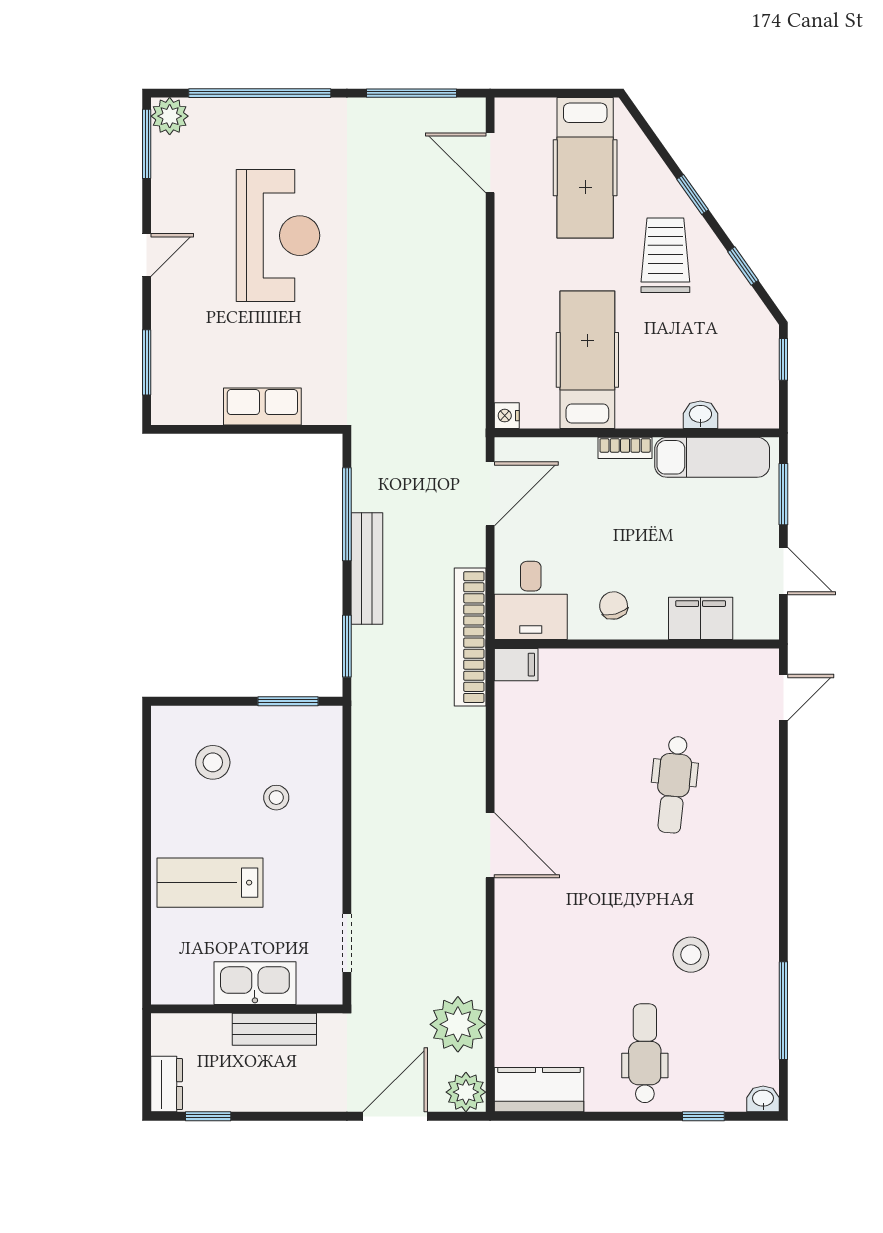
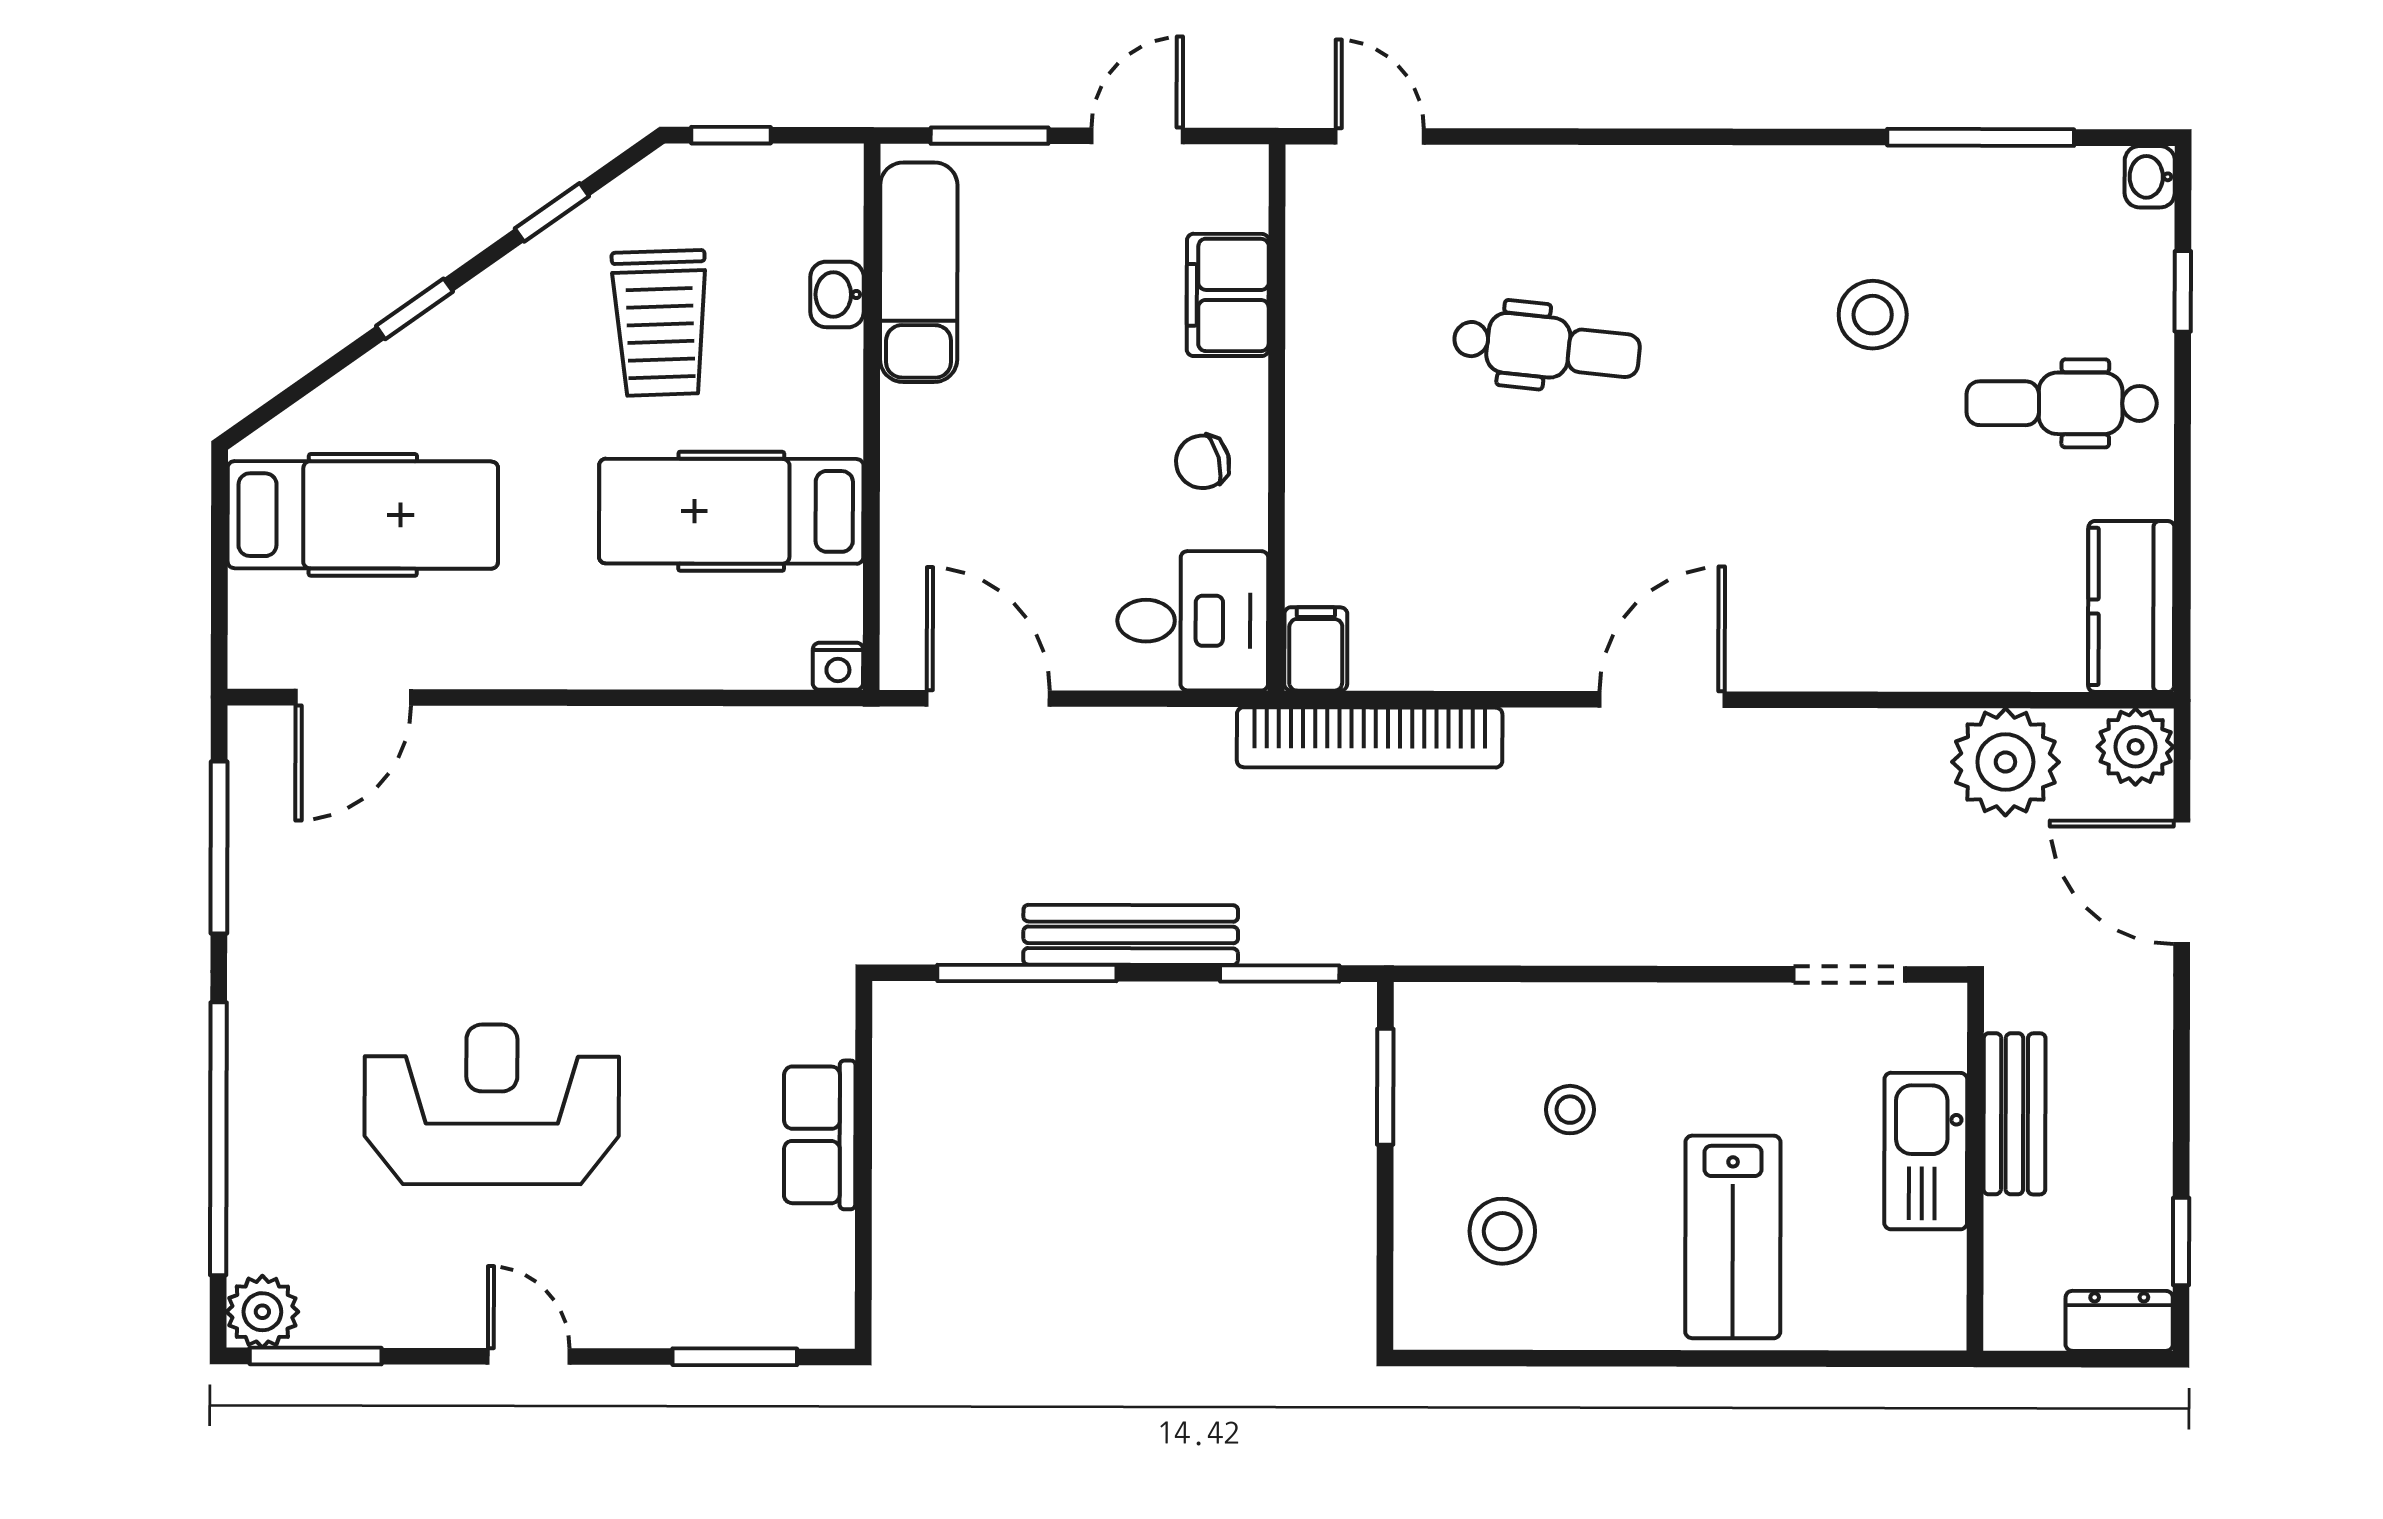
trolley: (665, 255) -> (660, 323), moved, turned -92
bookcase: (625, 448) -> (901, 439), removed
bookcase: (470, 637) -> (1370, 737), moved

